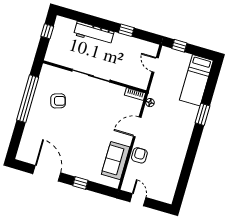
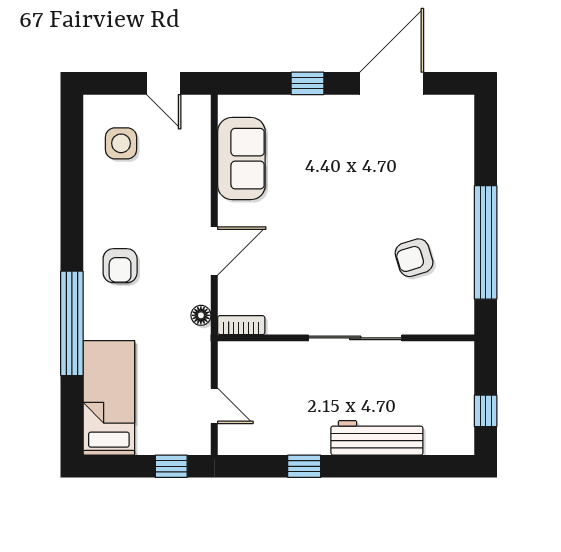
window: (203, 114) -> (72, 323), width x2.11
armchair: (139, 155) -> (120, 266), moved
door: (47, 173) -> (392, 83), swing flipped
side table: (162, 181) -> (121, 143), added

